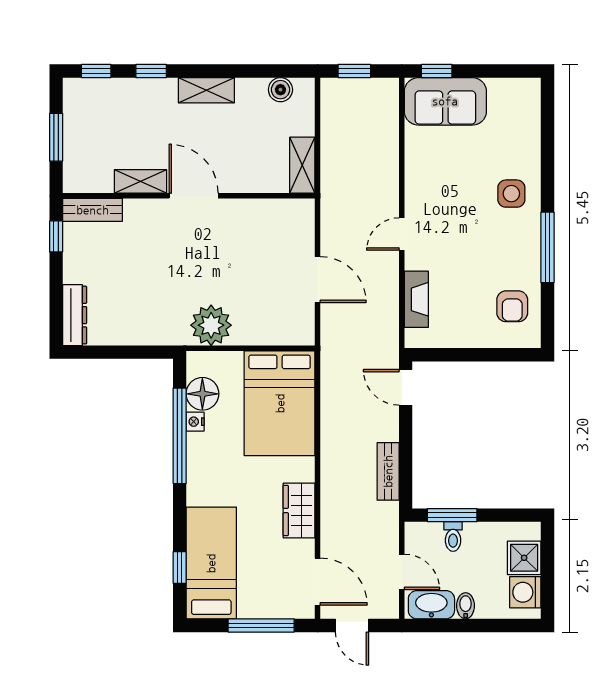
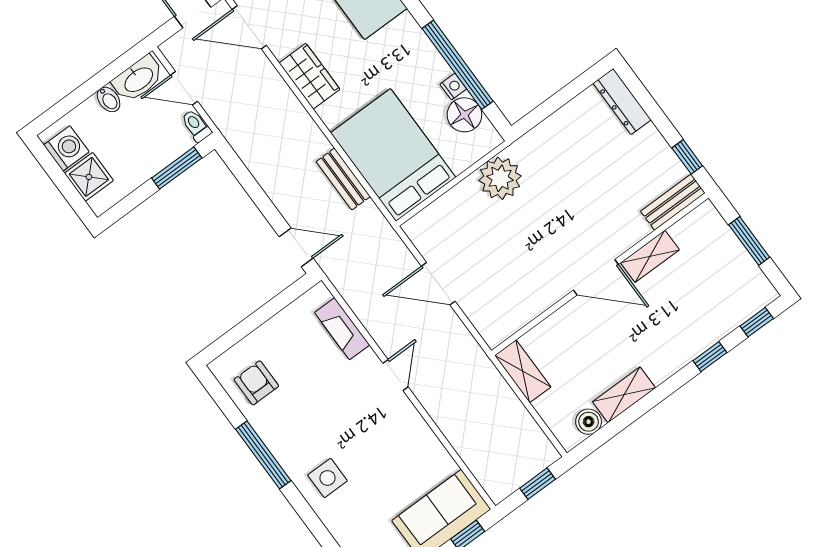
shelving: (206, 90) -> (624, 395), moved
bench: (388, 471) -> (343, 179), moved
toilet: (453, 536) -> (196, 126), moved

